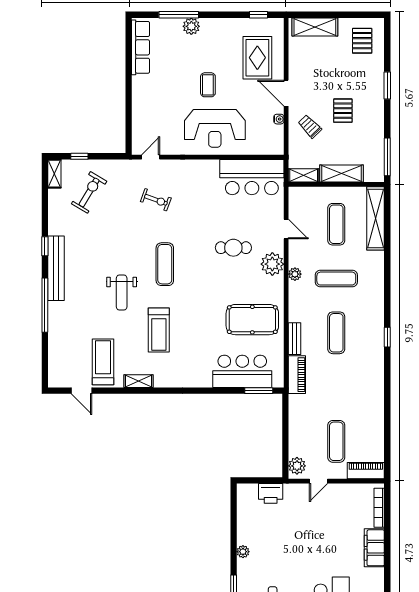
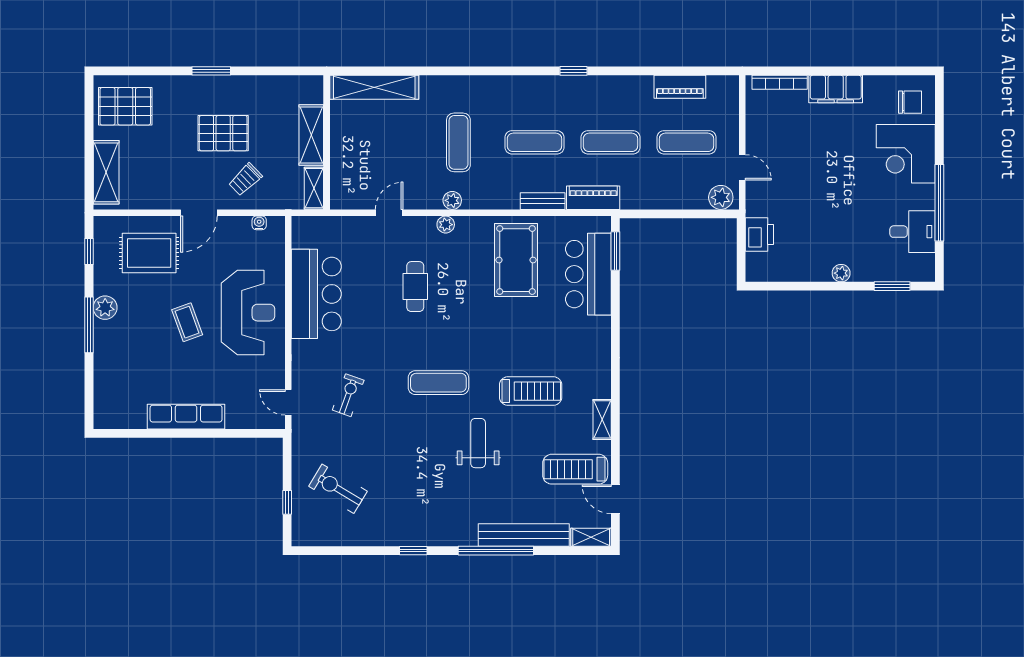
window: (179, 15) -> (89, 325), moved
plant: (191, 26) -> (105, 308), moved
pallet: (362, 41) -> (125, 106), width x1.50, depth x1.42
row of seats: (141, 47) -> (186, 417), moved
coffee table: (208, 85) -> (187, 322), turned 70
window: (387, 85) -> (211, 71), moved
pallet: (343, 111) -> (223, 133), width x1.50, depth x1.42
water cooler: (279, 119) -> (259, 223), moved
window: (387, 157) -> (288, 71), removed
shelving: (54, 174) -> (591, 537), moved
bar counter: (252, 177) -> (316, 294), moved
exercise mat: (336, 224) -> (610, 142), moved
plant: (272, 264) -> (446, 225), width x0.53, depth x0.53
bench: (56, 268) -> (524, 535), moved
weight bench: (122, 293) -> (478, 443), turned -90
window: (387, 337) -> (573, 71), moved
door: (82, 391) -> (615, 499), swing flipped
piano: (366, 471) -> (680, 87), moved, turned -90

